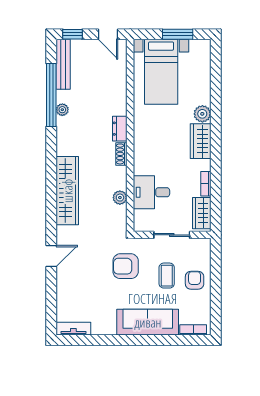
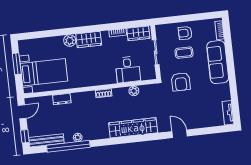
dresser: (120, 129) -> (62, 99), moved

